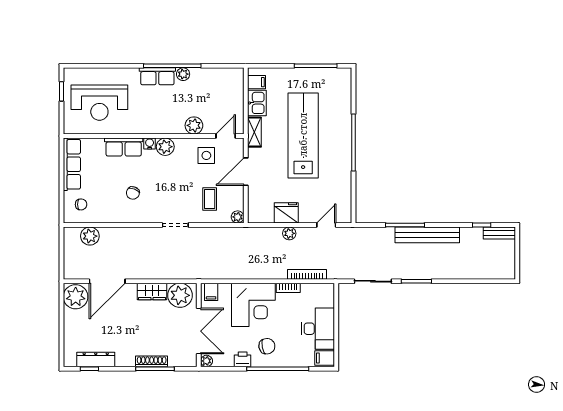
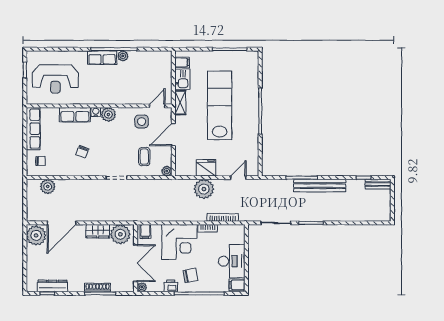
plant: (194, 125) -> (132, 97), removed
plant: (289, 233) -> (204, 189), width x1.87, depth x1.87

